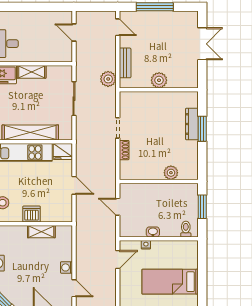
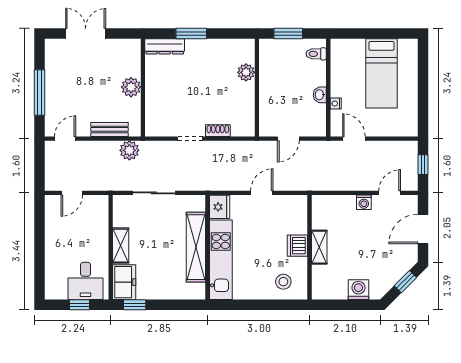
dresser: (192, 124) -> (165, 46), moved
shelving: (41, 232) -> (319, 247), moved

